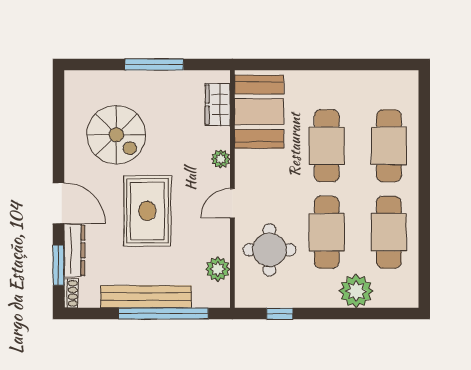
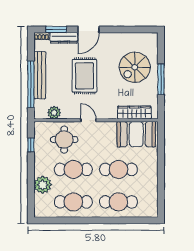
wardrobe: (218, 105) -> (134, 113), width x1.50
spiral stairs: (116, 135) -> (135, 67), moved
plant: (221, 159) -> (112, 114), removed
rug: (147, 211) -> (85, 76), turned 90

